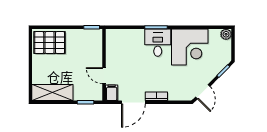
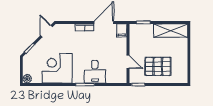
pallet: (50, 43) -> (158, 66), moved
desk: (158, 43) -> (95, 72), moved
door: (104, 76) -> (128, 62), moved

